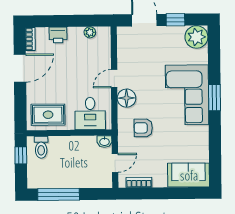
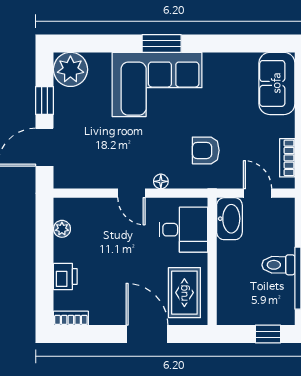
door: (20, 68) -> (147, 334), moved
floor lamp: (127, 98) -> (161, 181), width x0.53, depth x0.53
armchair: (143, 128) -> (206, 150), turned 90
washbasin: (104, 142) -> (229, 219), width x1.91, depth x1.45
toilet: (41, 147) -> (278, 265), moved, turned 180
window: (21, 155) -> (268, 334), moved

